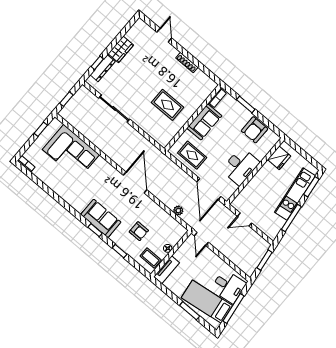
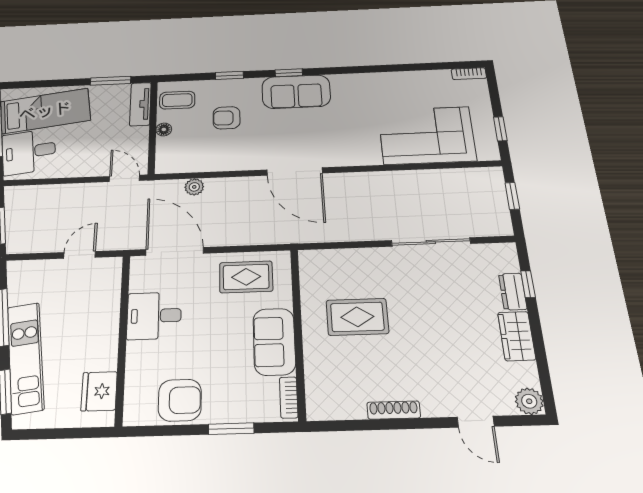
plant: (140, 26) -> (529, 401), added
dresser: (103, 68) -> (513, 292), width x0.70
armchair: (254, 130) -> (180, 400), turned 90
desk: (240, 166) -> (154, 316), width x0.73
window: (190, 311) -> (111, 81), moved

